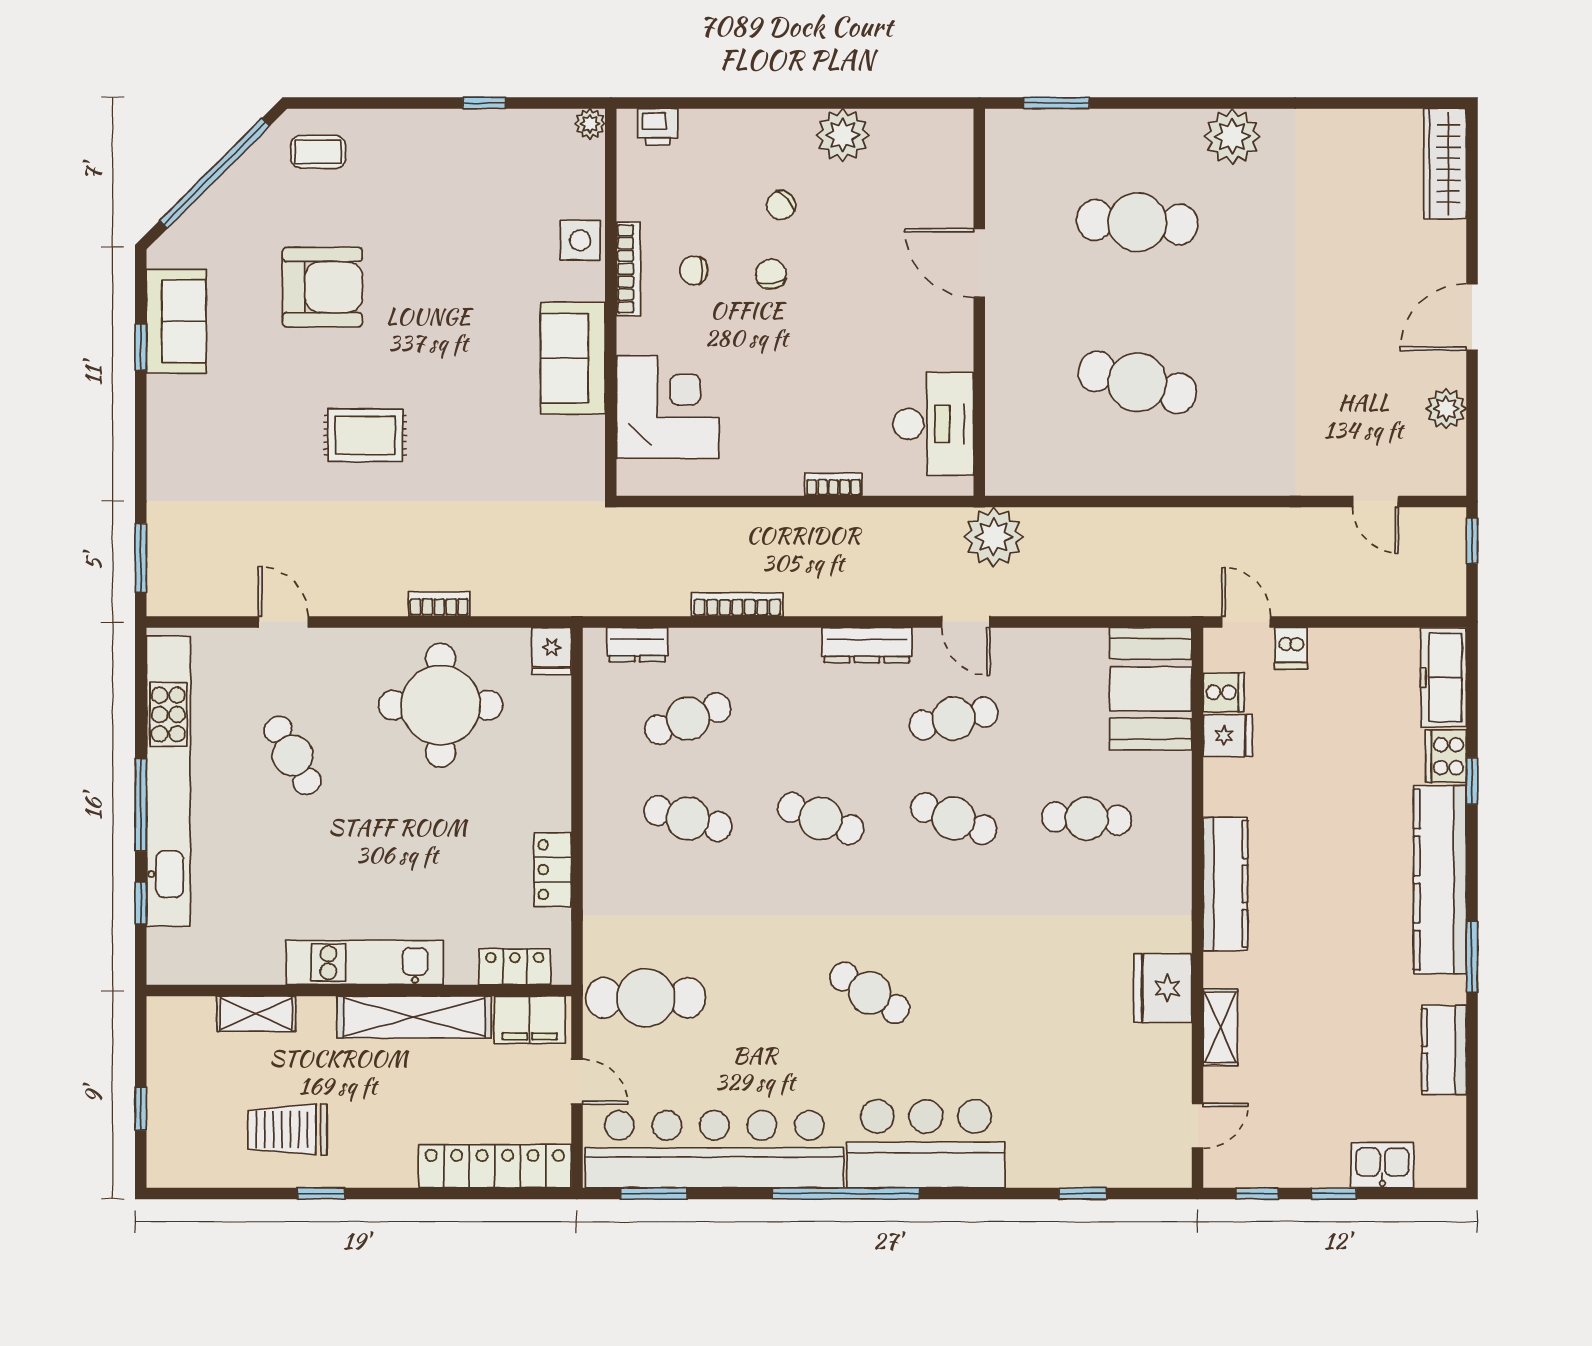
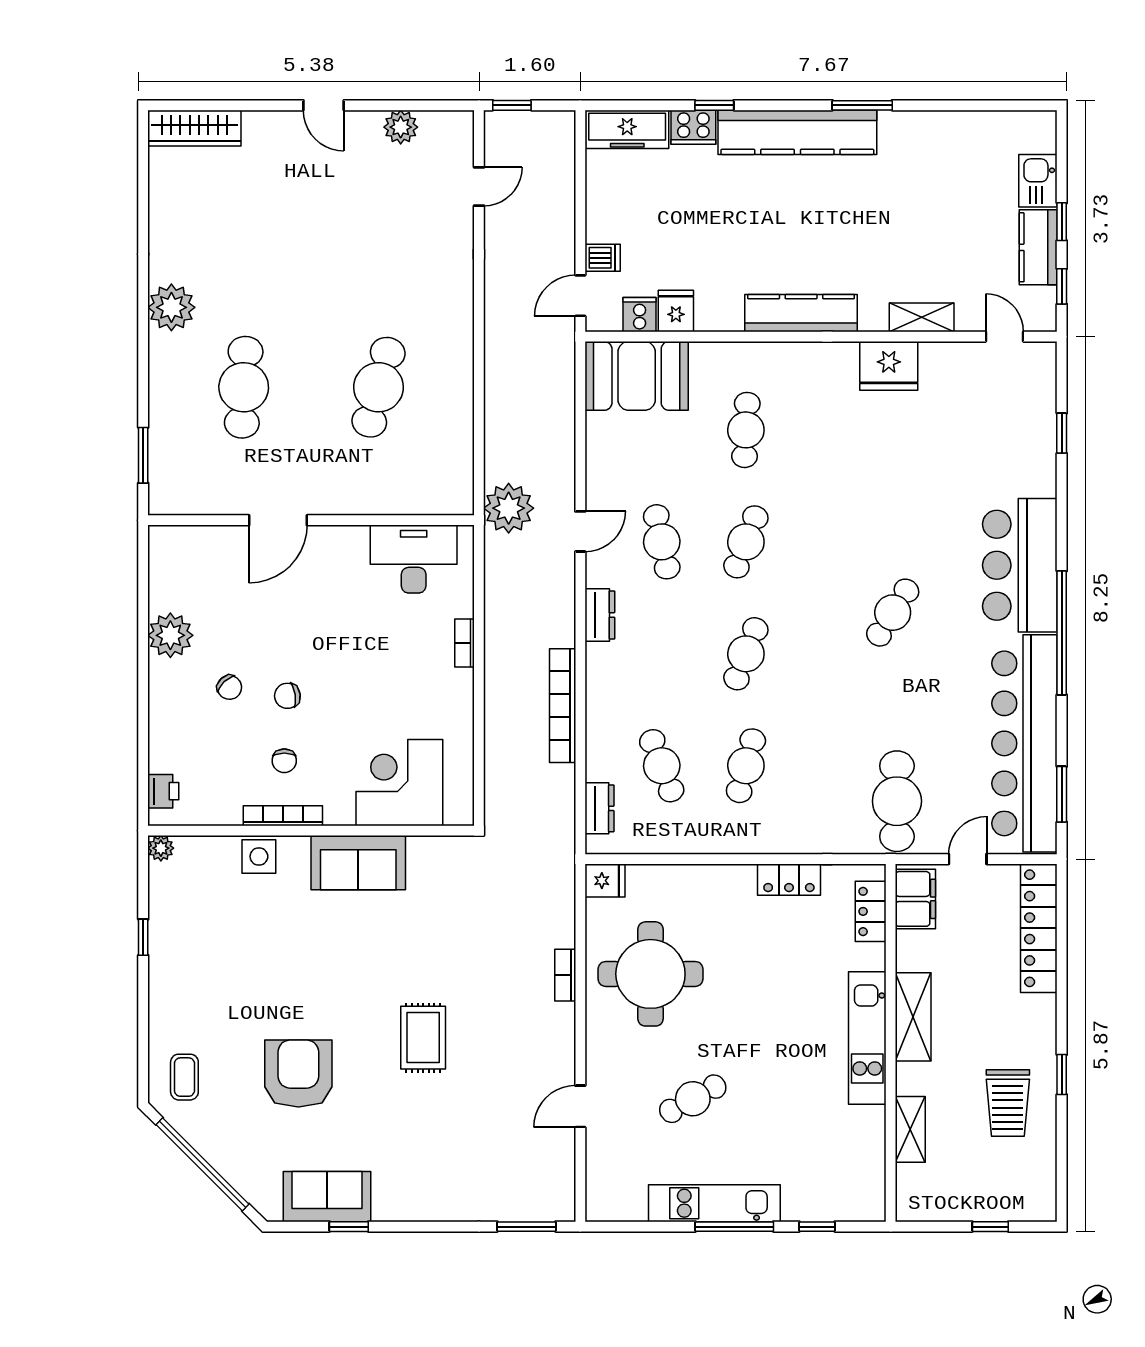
door: (1472, 317) -> (324, 105), width x0.73
bookcase: (737, 605) -> (563, 706), width x1.48, depth x1.31
dresser: (867, 645) -> (600, 615), width x0.70
kitchen unit: (168, 781) -> (714, 1203), width x0.54
shelving: (414, 1017) -> (913, 1017), width x0.68
kitchen counter: (1444, 1050) -> (1038, 247), moved, turned 90

